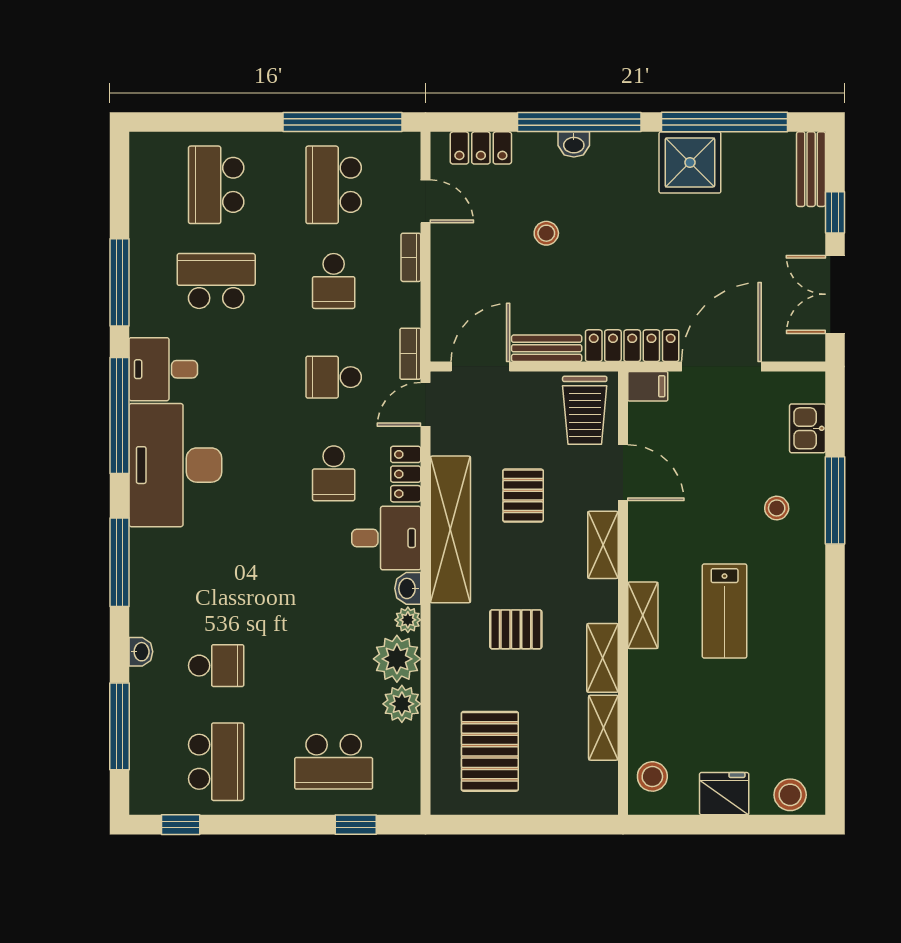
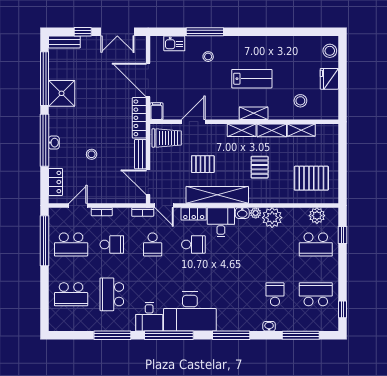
shelving: (603, 545) -> (242, 130), moved
plant: (402, 704) -> (317, 216), moved
school desk: (334, 762) -> (316, 244), turned 90
stool: (652, 776) -> (300, 101), moved

